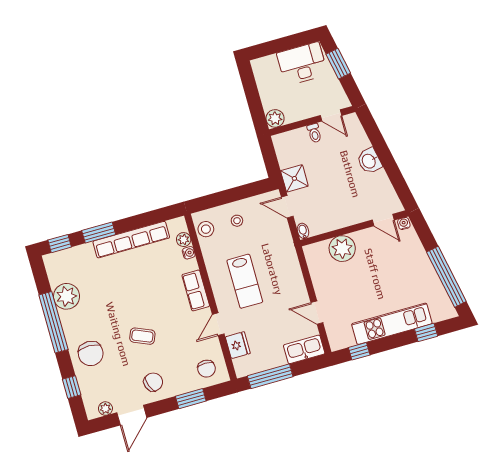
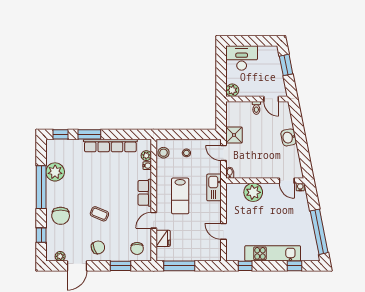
desk: (302, 64) -> (242, 58), moved
kitchen sink: (304, 349) -> (214, 187), moved, turned -90

